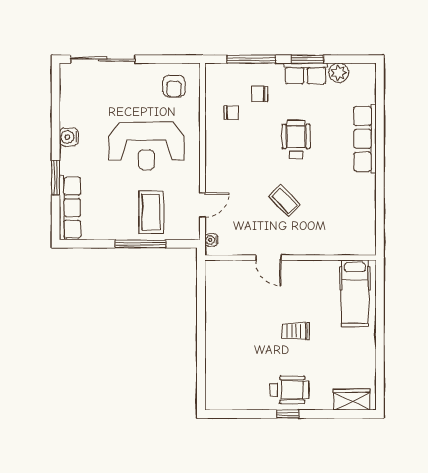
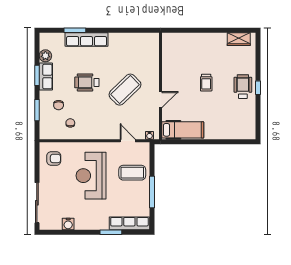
window: (251, 59) -> (37, 110), width x0.69
window: (380, 120) -> (75, 30), added
water cooler: (69, 137) -> (68, 224), moved
reception desk: (146, 146) -> (91, 176), turned 180
coffee table: (285, 201) -> (125, 90), width x1.86, depth x1.72
window: (140, 244) -> (152, 192), moved
hospital bed: (355, 293) -> (183, 130), moved
wardrobe: (352, 400) -> (239, 39), moved, turned -90

